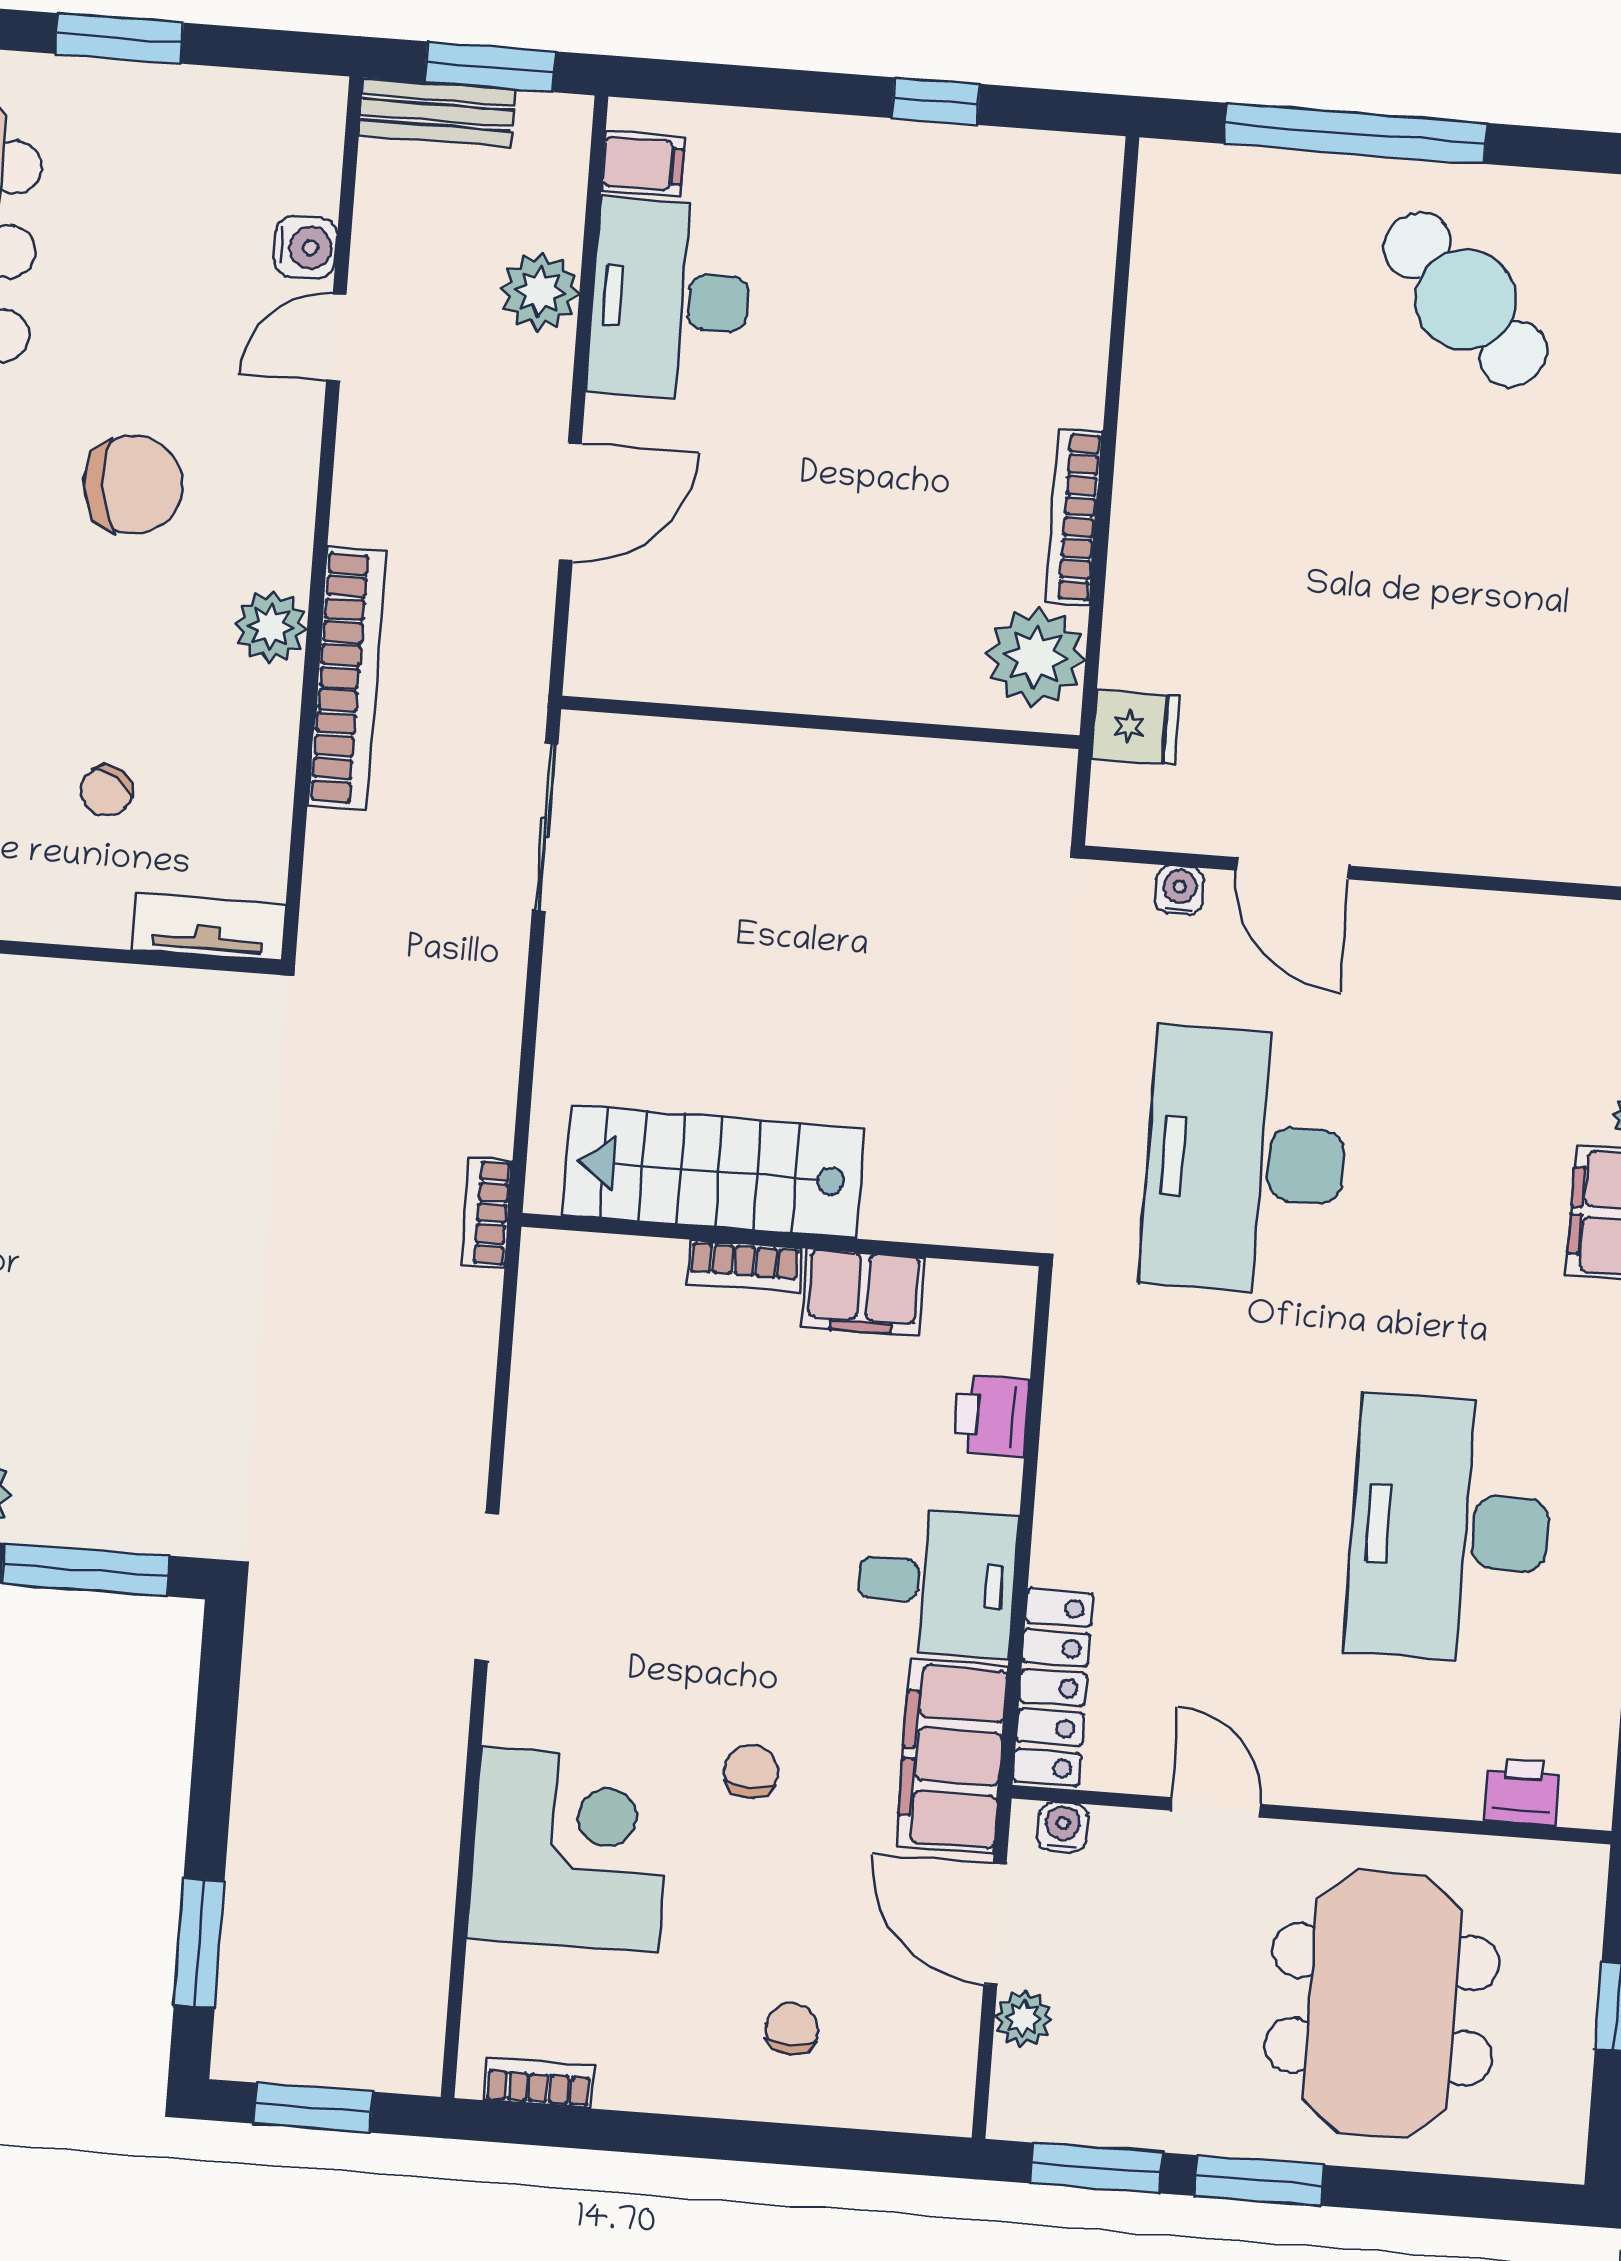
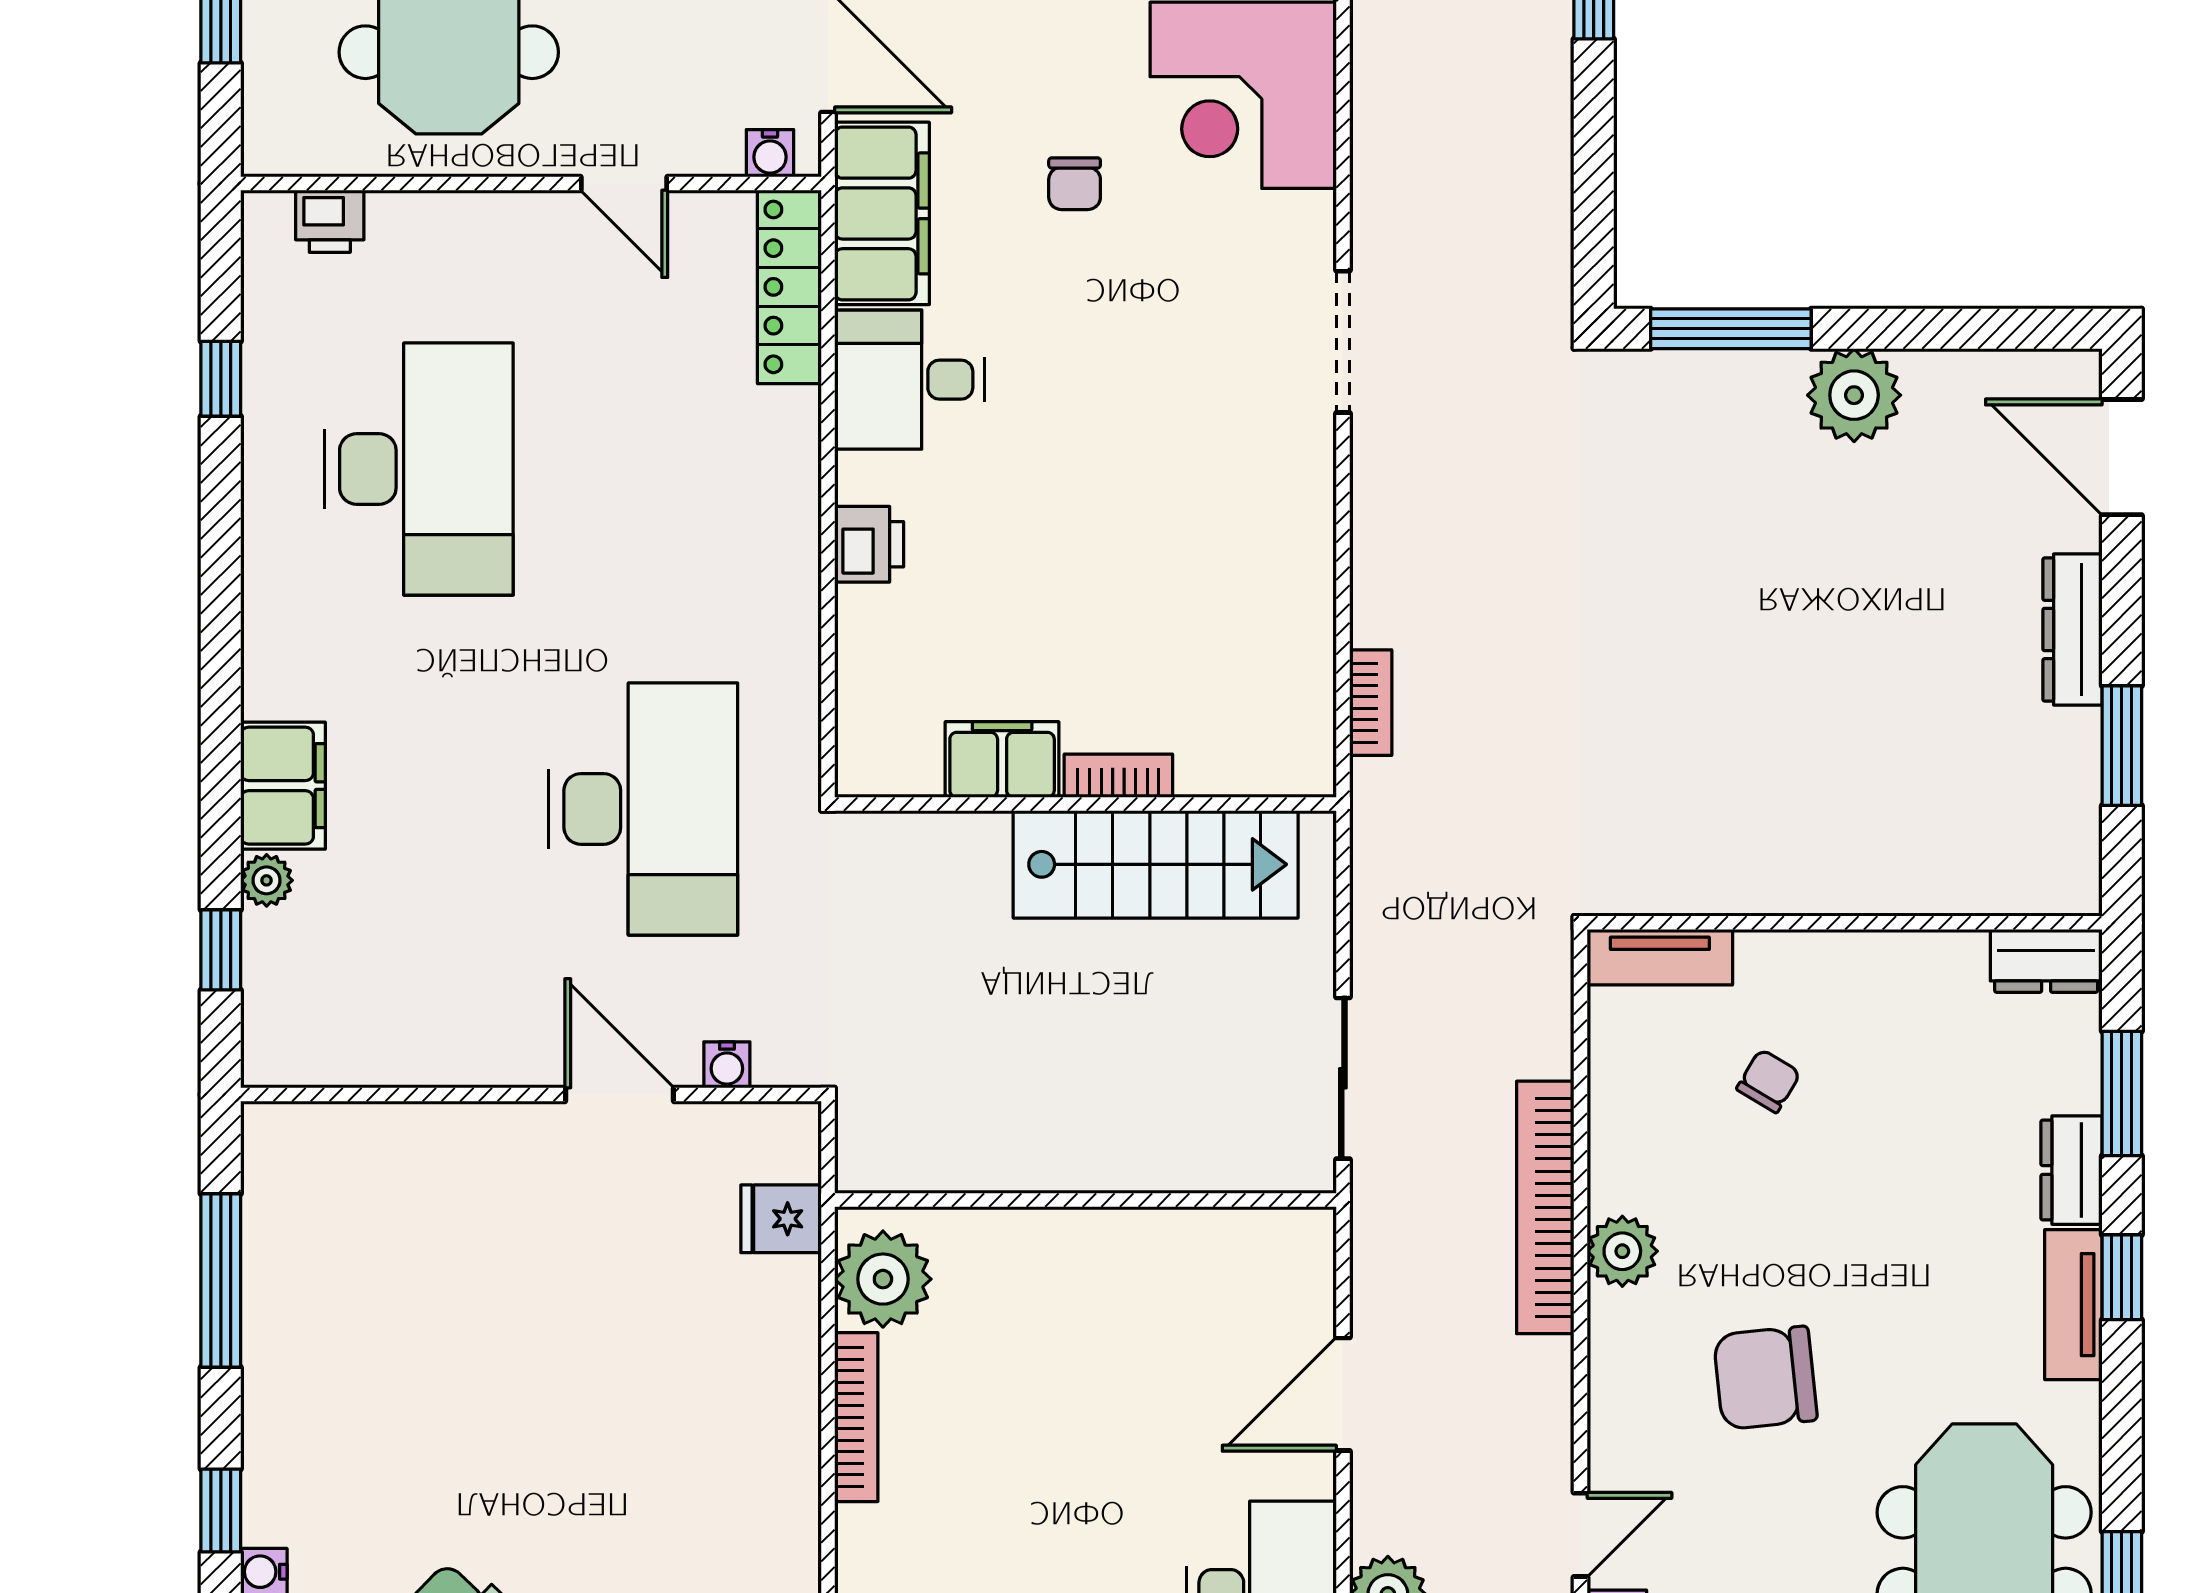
stairs: (713, 1172) -> (1156, 864), moved
wall: (781, 1240) -> (1085, 804), moved
bookcase: (744, 1266) -> (1118, 776), moved
filing cabinet: (863, 1292) -> (1002, 760), moved

